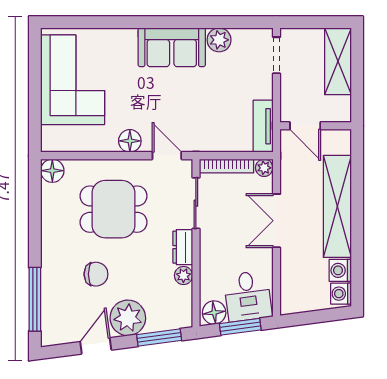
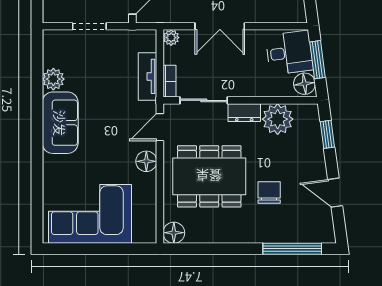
doorway: (276, 55) -> (89, 26), moved
tv unit: (263, 126) -> (148, 76), moved, turned 90
bookcase: (227, 166) -> (170, 81), width x0.64
dining table: (114, 209) -> (209, 176), width x1.38
plant: (183, 275) -> (278, 119), width x1.87, depth x1.87
plant: (128, 318) -> (309, 163), removed
window: (159, 337) -> (327, 134), width x0.67

